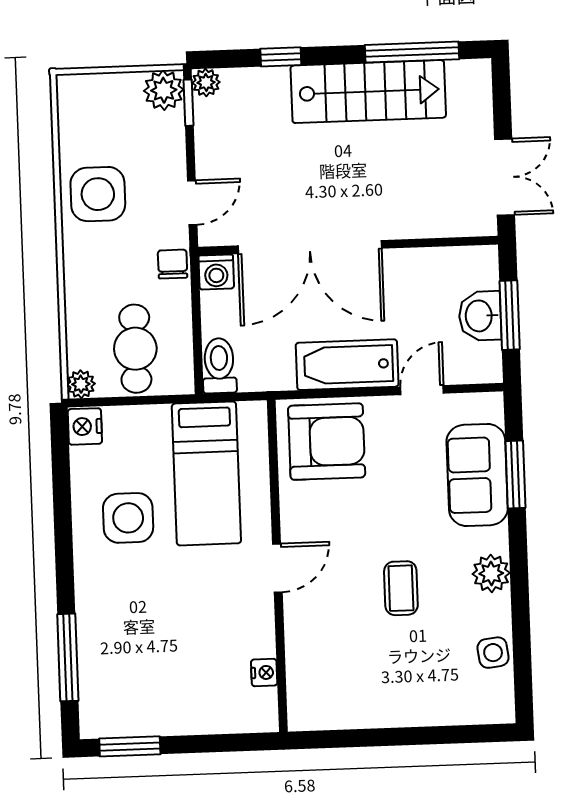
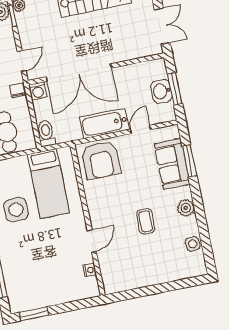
armchair: (327, 442) -> (101, 160), turned 90
door: (277, 568) -> (92, 241), moved

